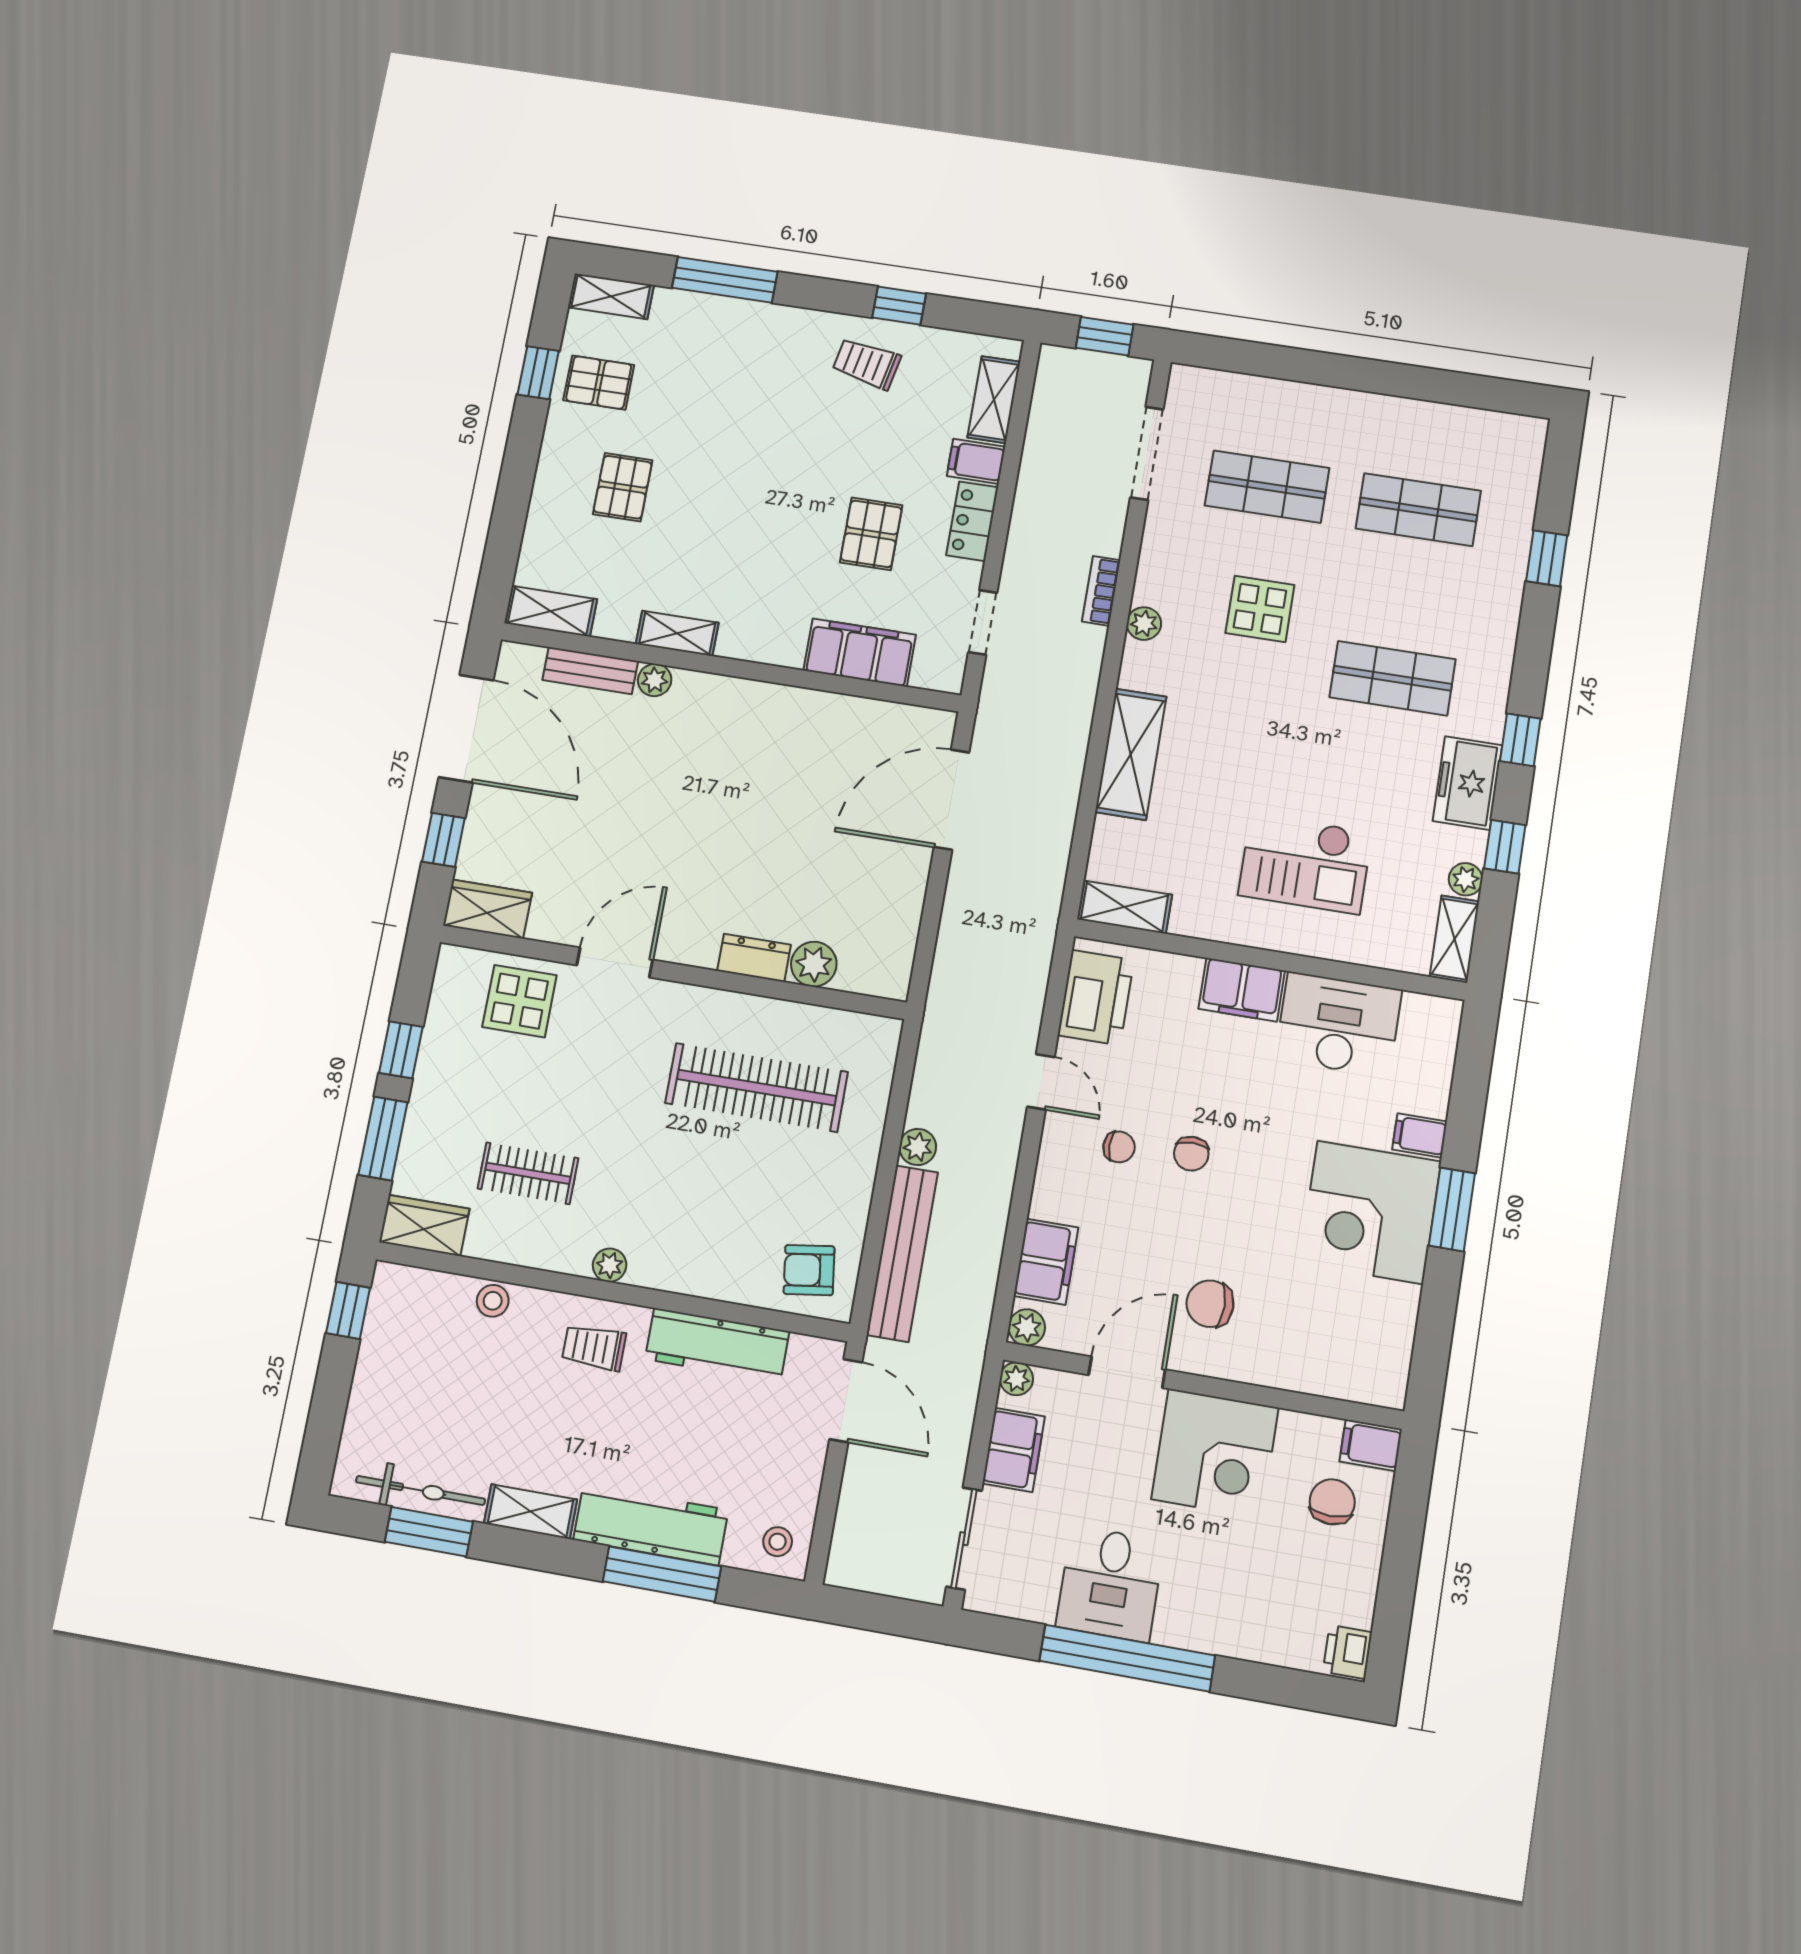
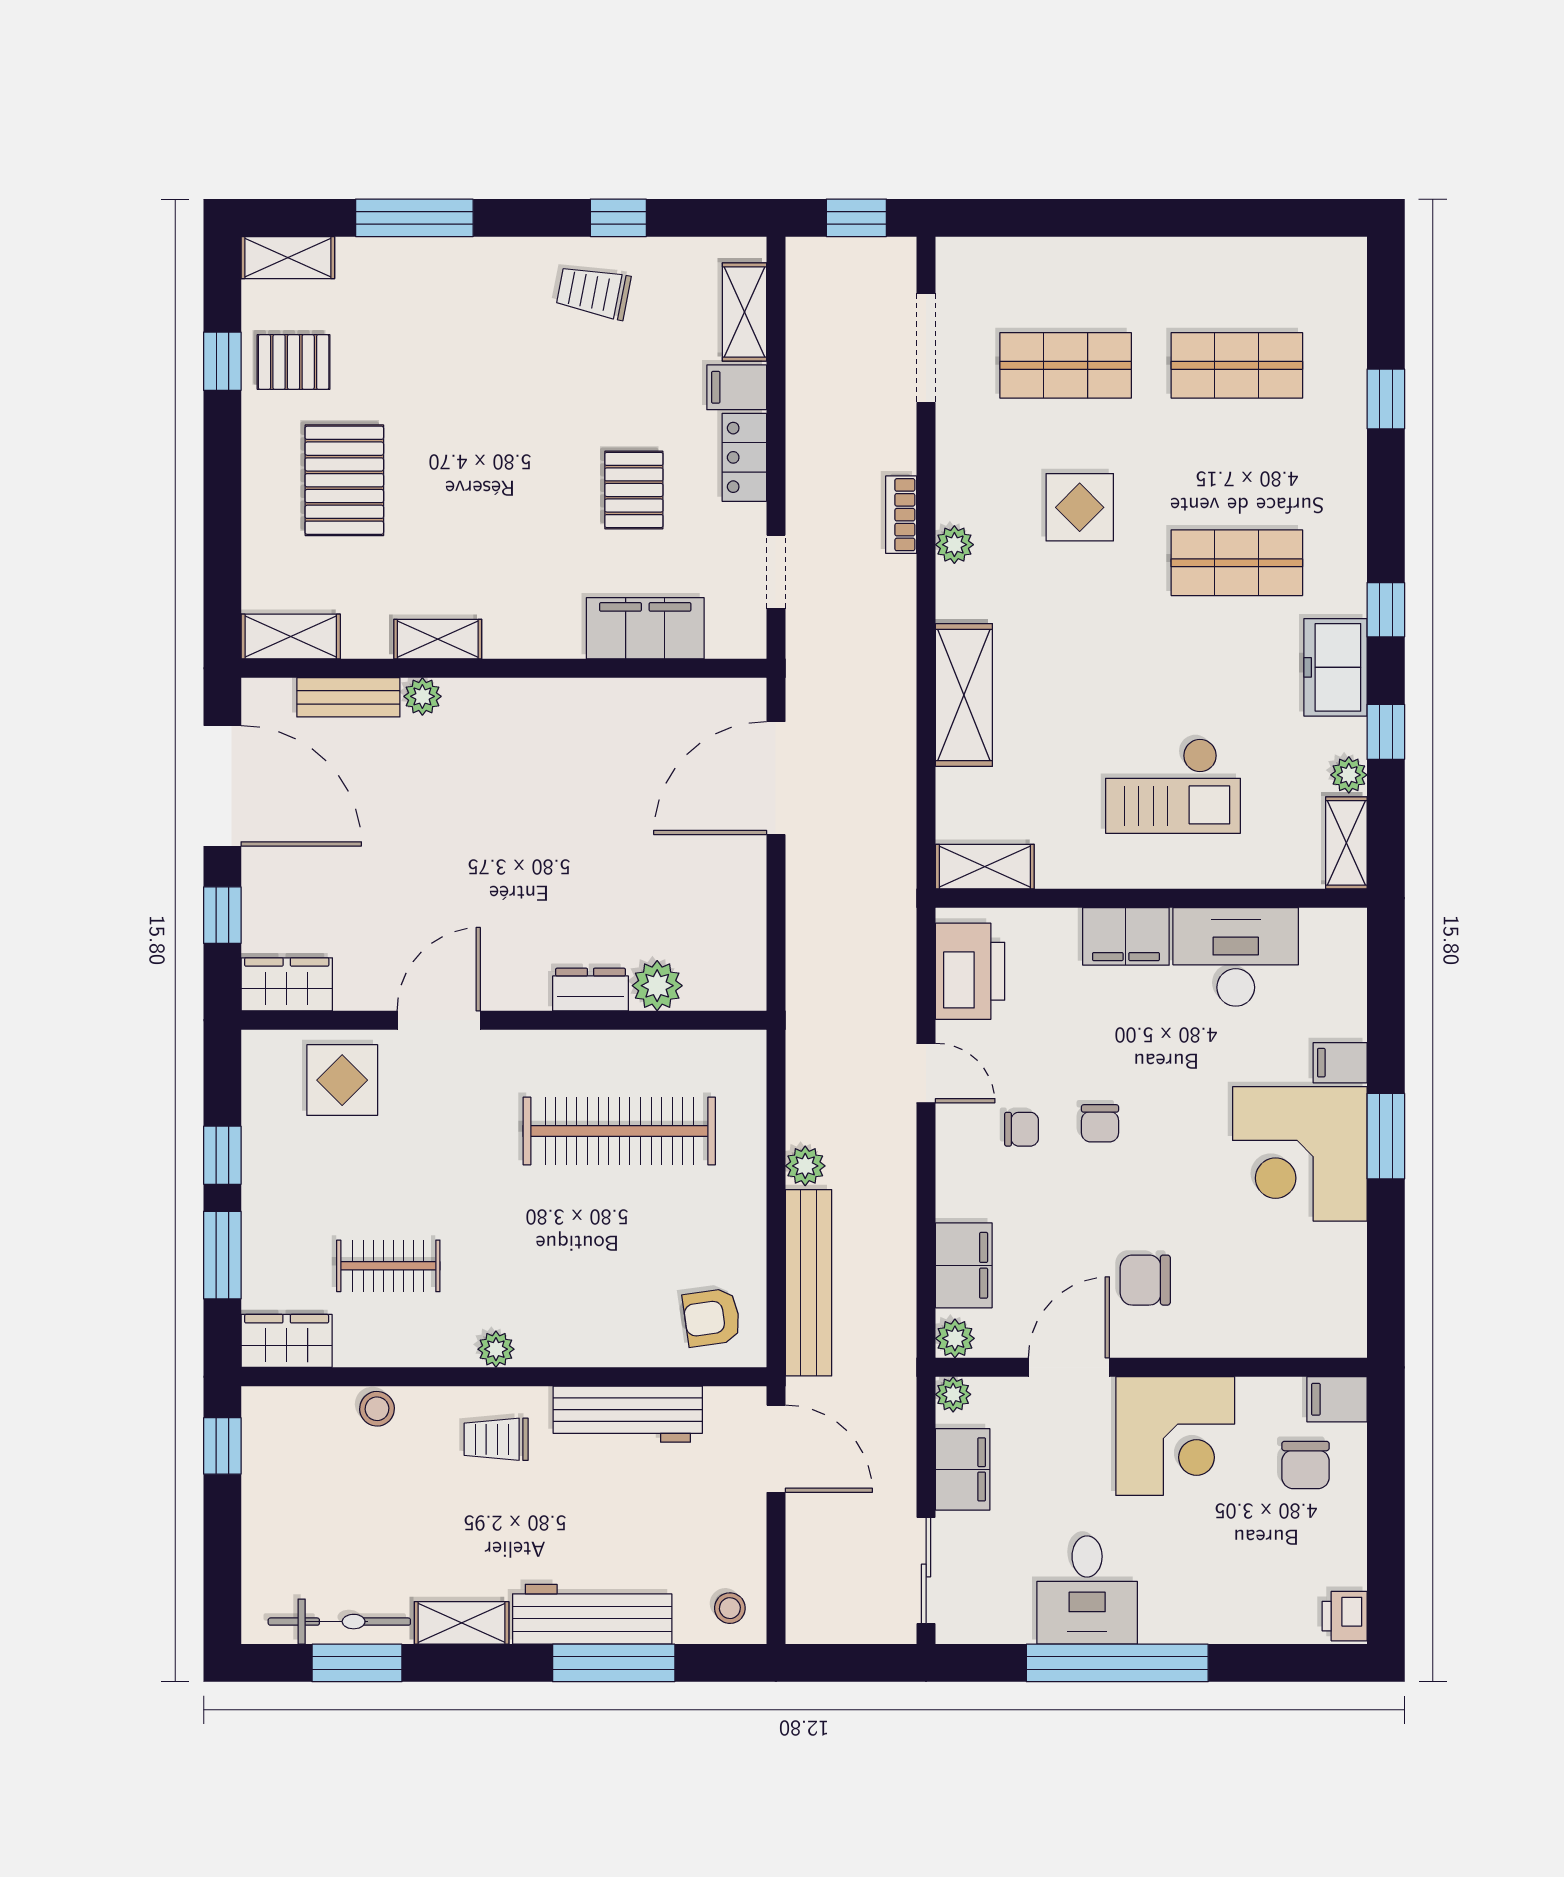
pallet: (623, 487) -> (344, 480), width x1.50, depth x1.42
chair: (1332, 1502) -> (1306, 1465), turned 180

